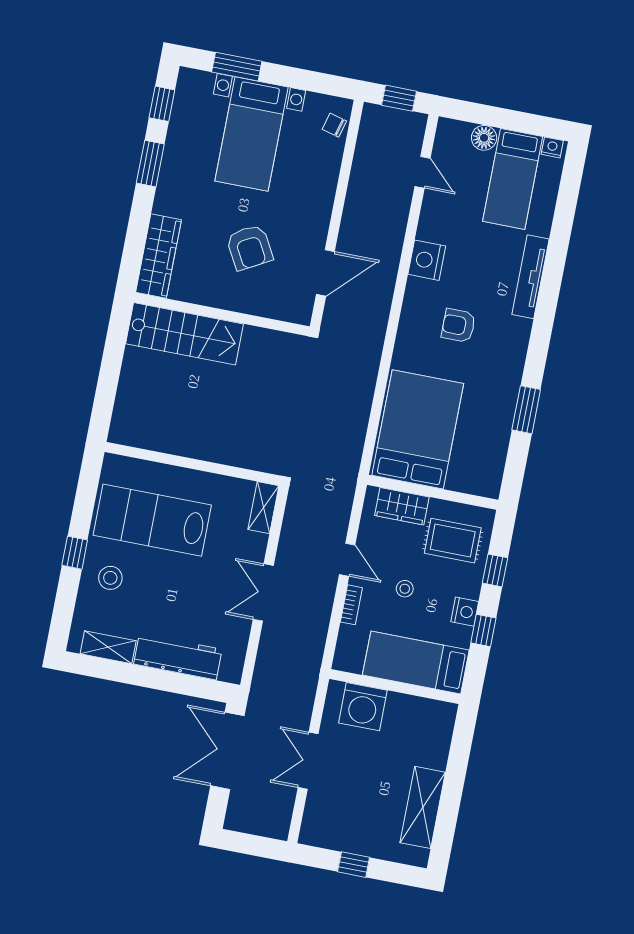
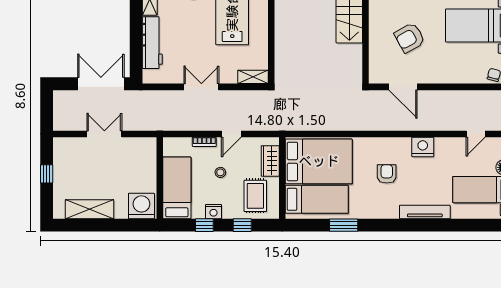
bed: (477, 444) -> (317, 199), added
washing machine: (363, 707) -> (141, 206), moved, turned 90

